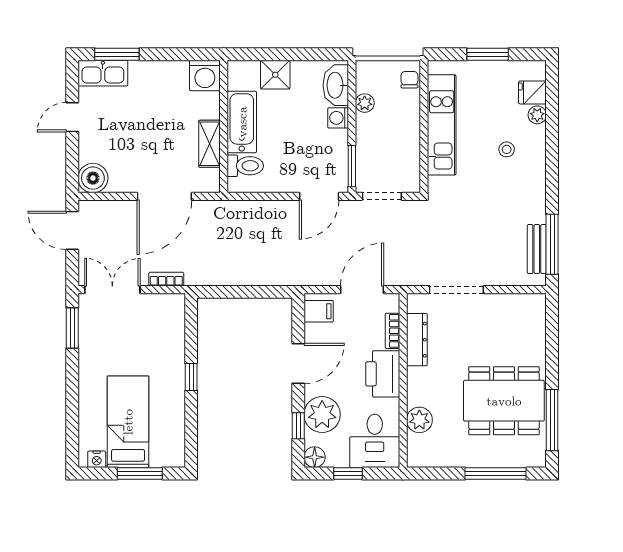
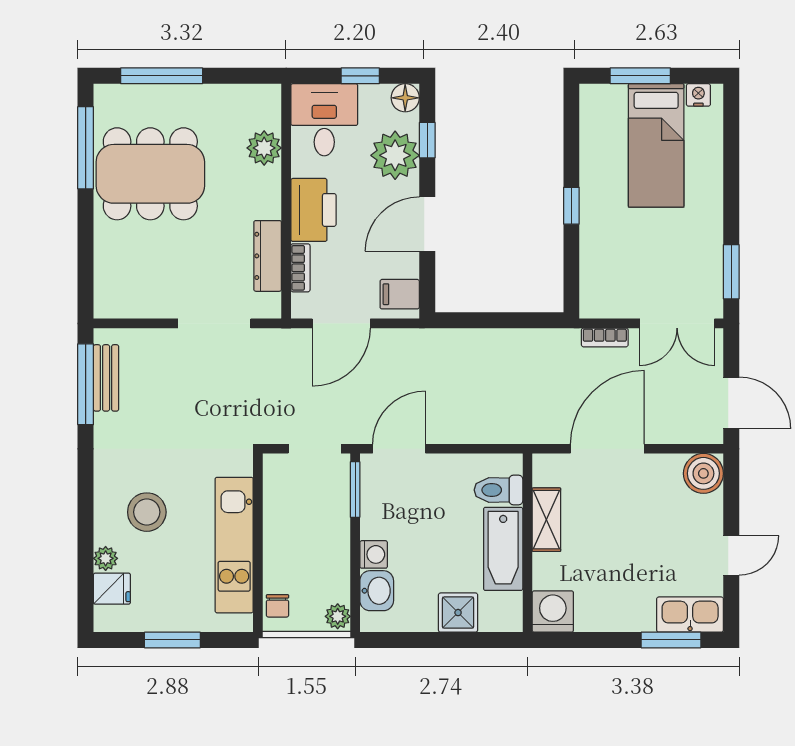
washbasin: (336, 85) -> (377, 591), width x0.72
plant: (365, 103) -> (338, 616), moved
stool: (507, 149) -> (147, 512), width x1.89, depth x1.89

